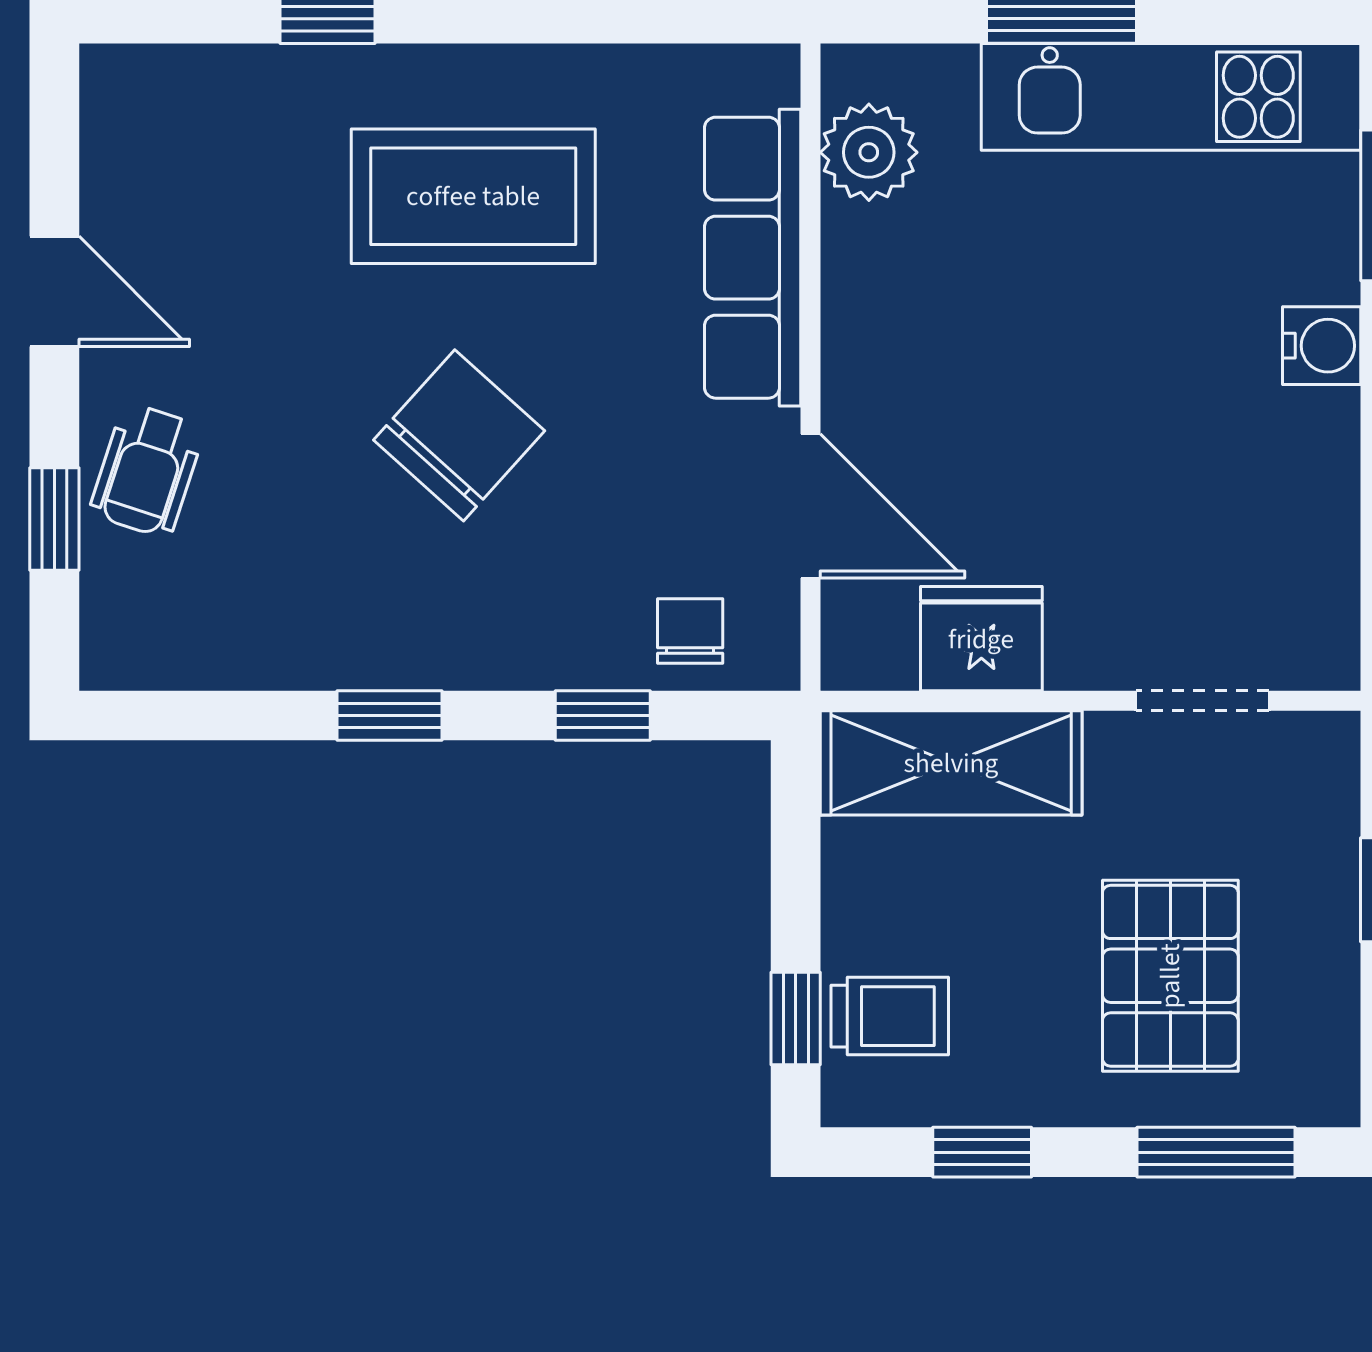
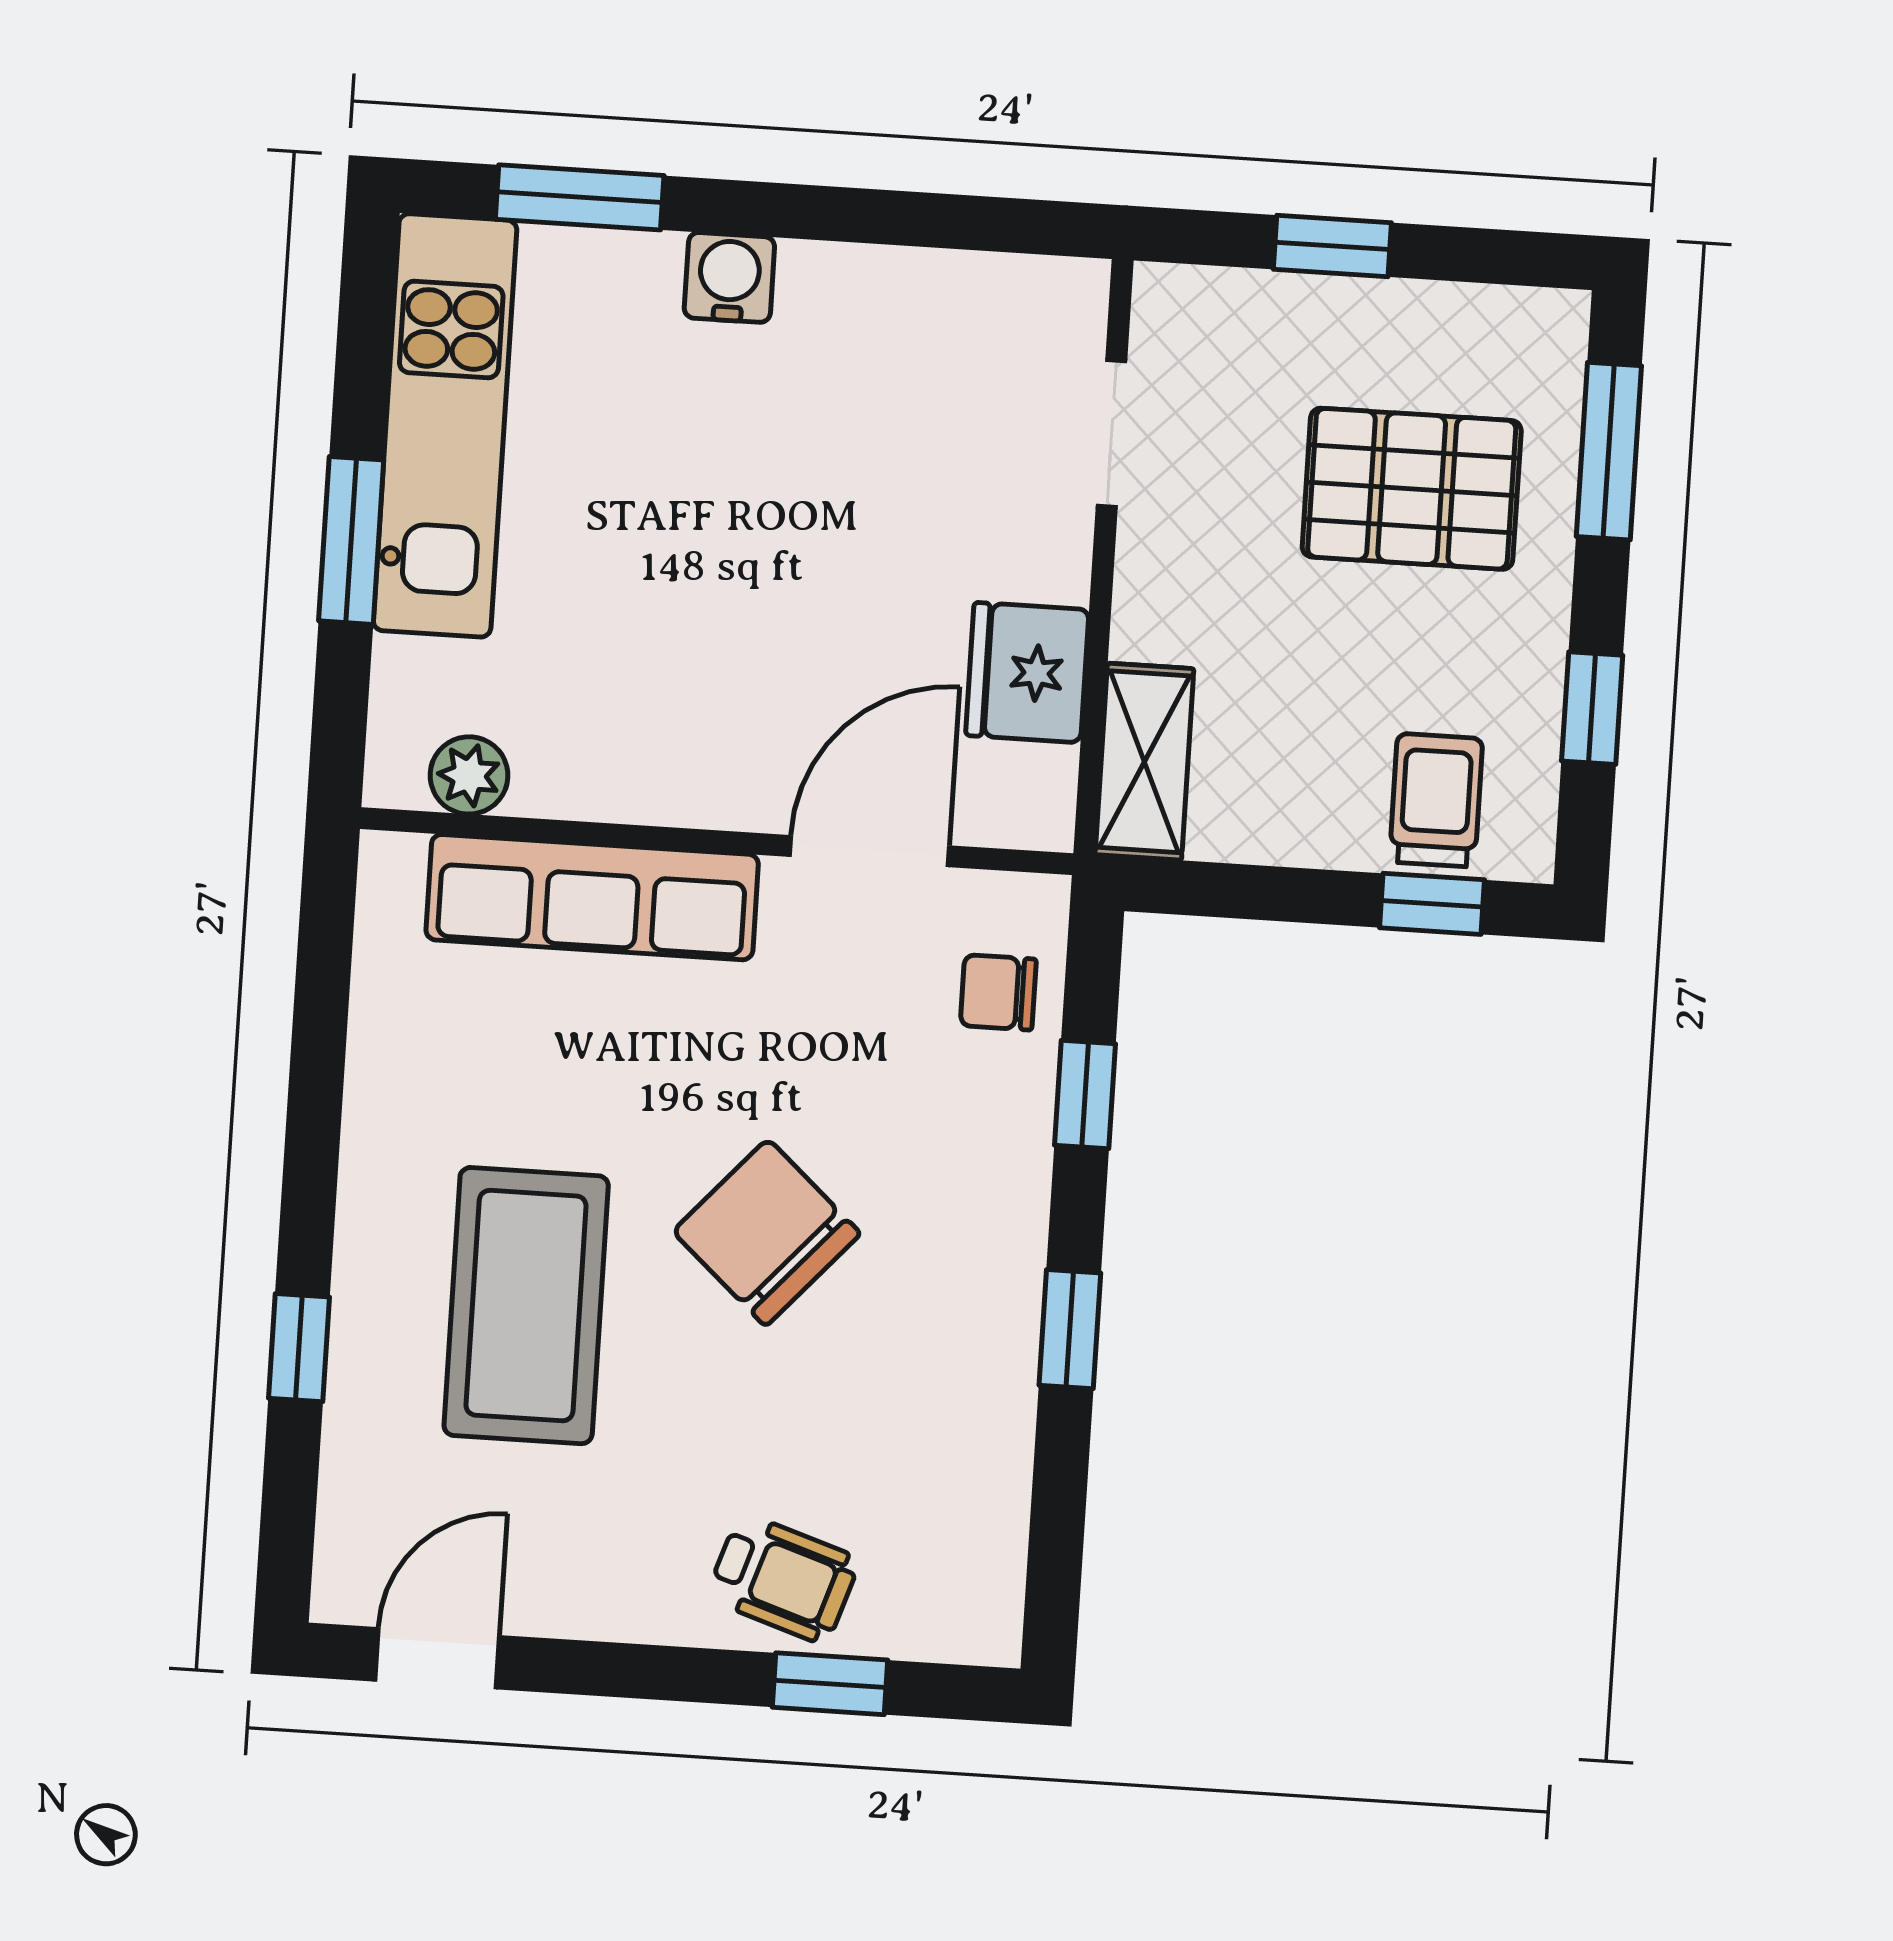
plant: (869, 152) -> (469, 775), width x0.73, depth x0.73
coffee table: (473, 196) -> (526, 1306), moved
door: (54, 291) -> (437, 1658), moved
shelving: (951, 763) -> (1144, 762), width x0.67, depth x0.75

